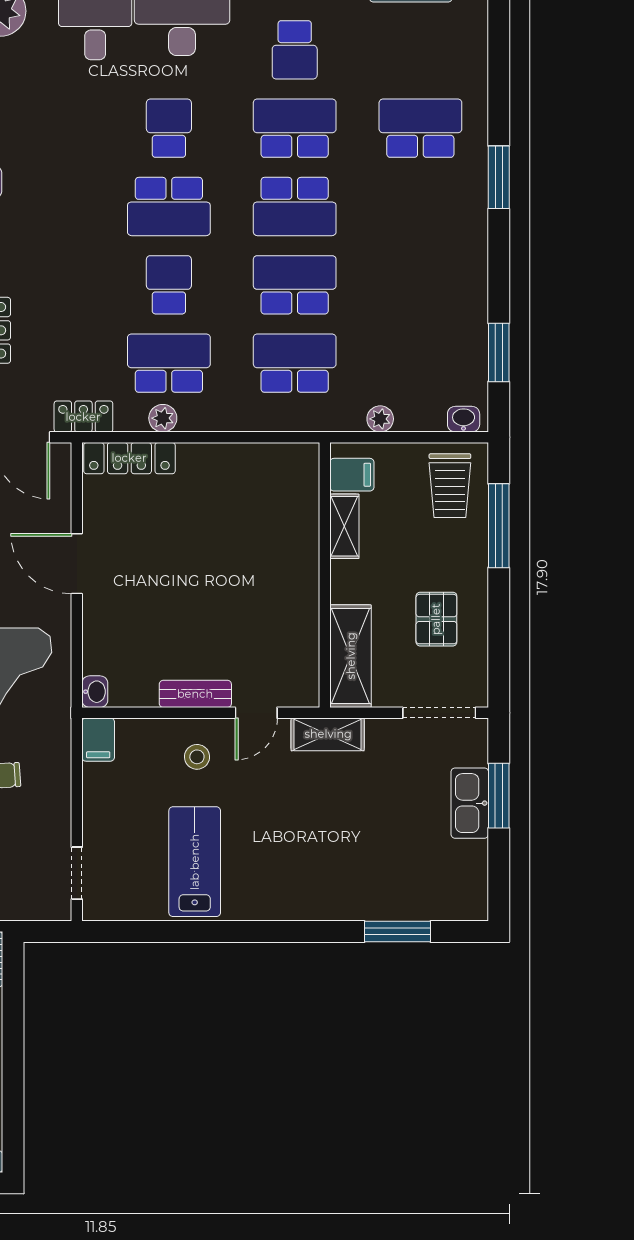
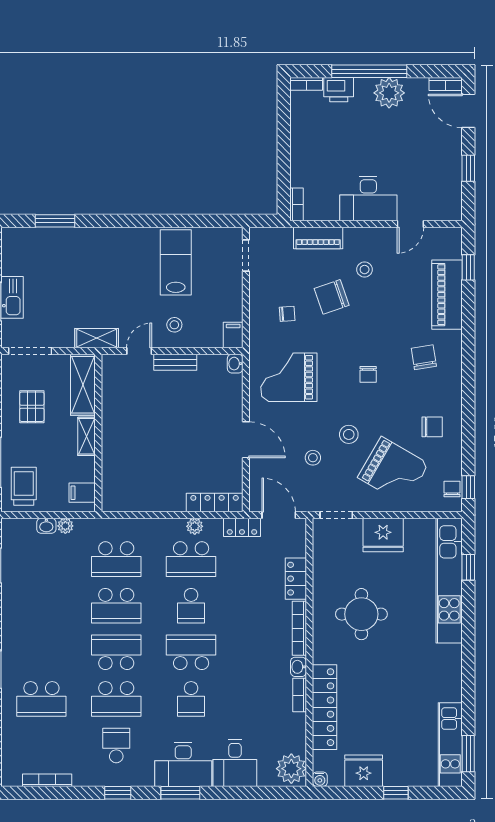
washbasin: (464, 419) -> (46, 526), moved
shelving: (344, 526) -> (87, 436), moved
lab bench: (195, 862) -> (176, 262), turned 180

